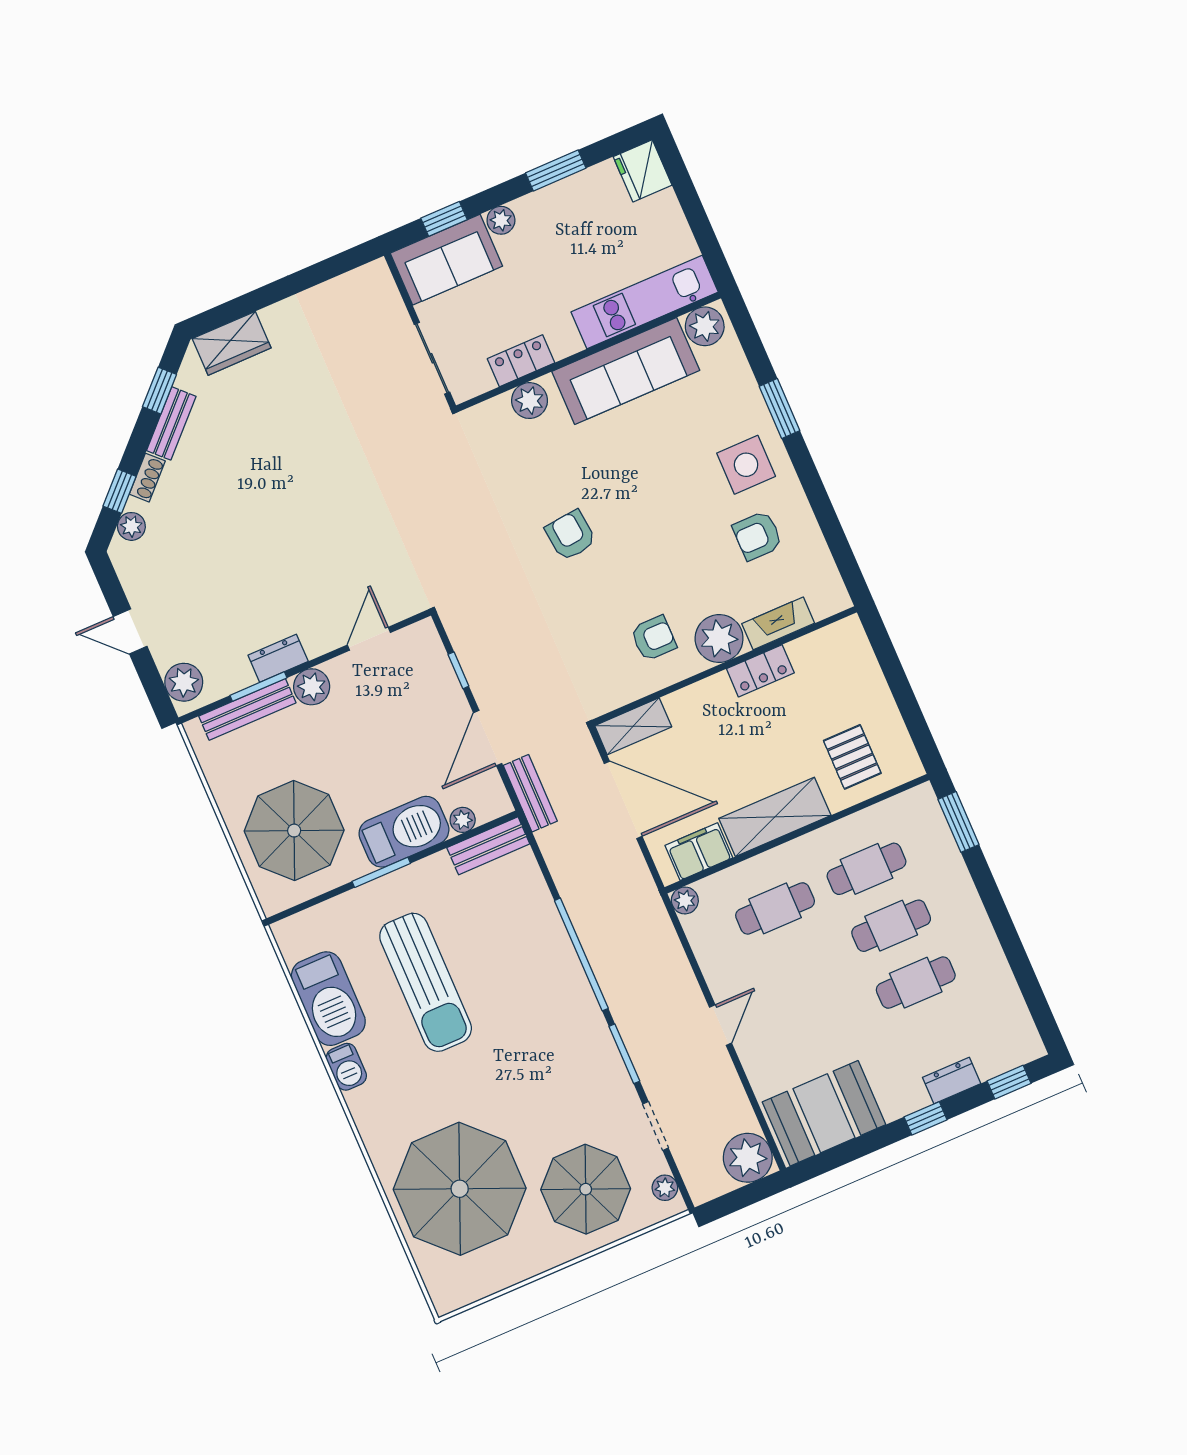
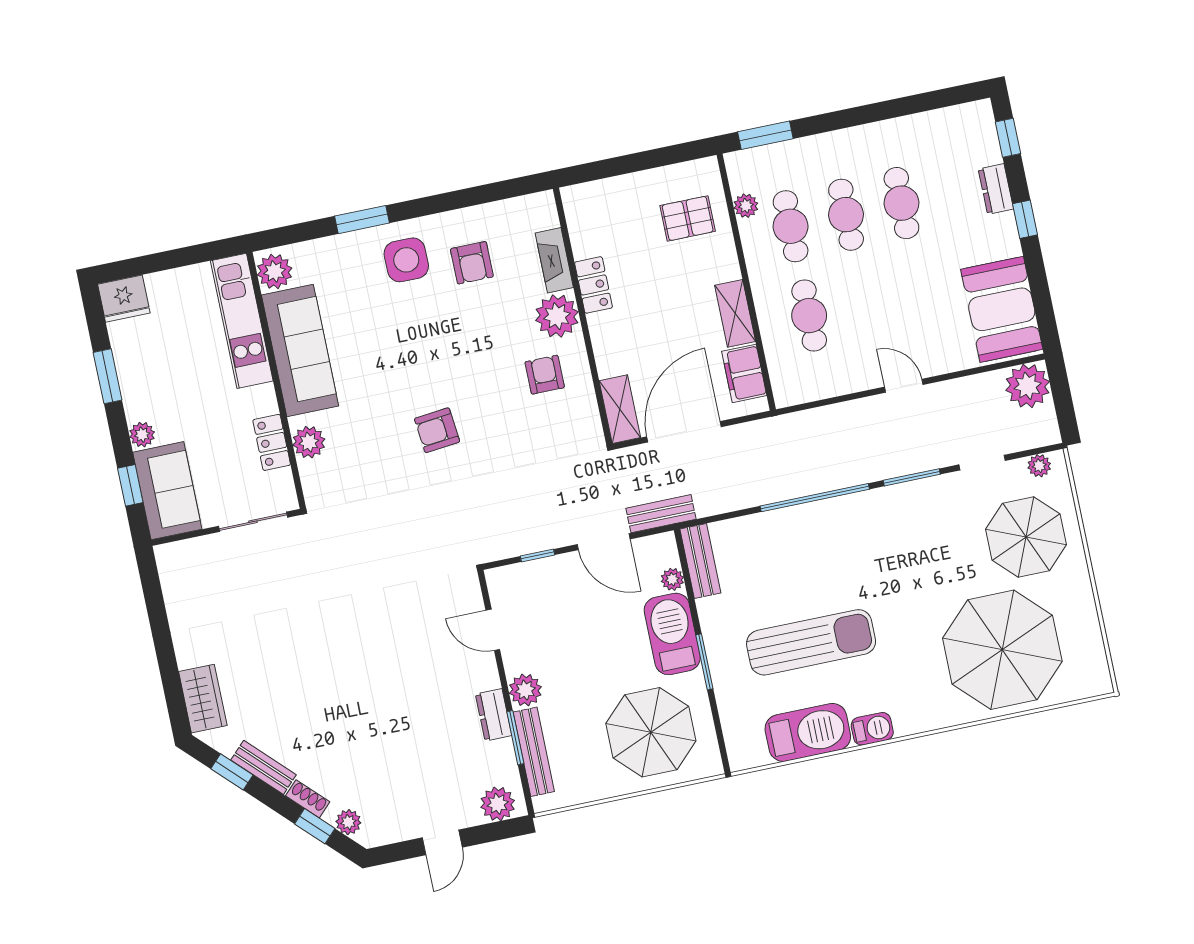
shelving: (775, 817) -> (735, 313), width x0.67, depth x0.75
plant: (685, 900) -> (746, 206), moved

